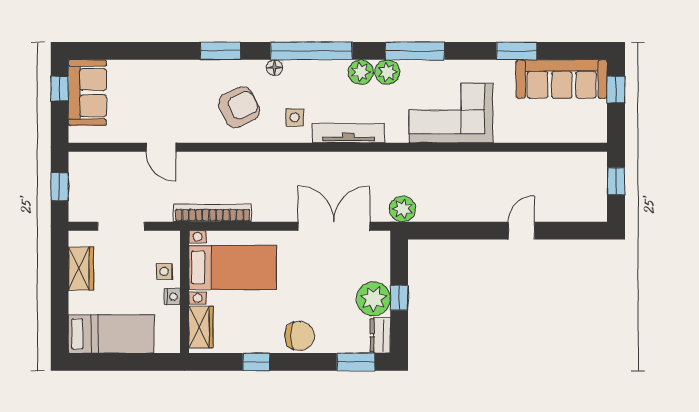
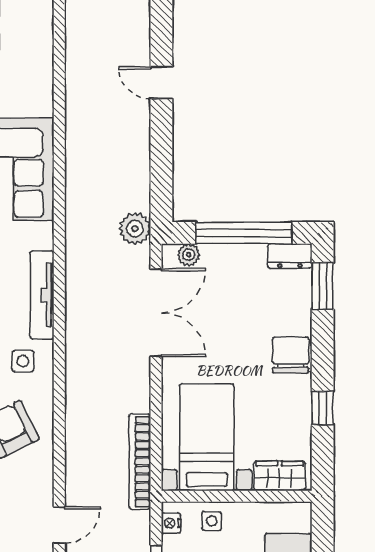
double door: (334, 226) -> (156, 313), swing flipped
nightstand: (172, 296) -> (171, 523), moved, turned -90
window: (399, 298) -> (244, 233), width x3.17
plant: (373, 299) -> (189, 255), moved, width x0.53, depth x0.53

